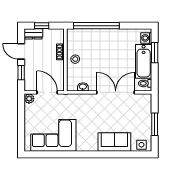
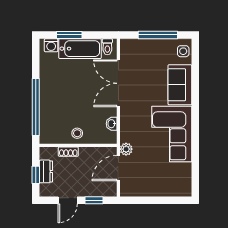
dresser: (33, 34) -> (46, 171), moved
plant: (29, 99) -> (126, 149), moved
window: (155, 124) -> (158, 35), width x1.44
corner sofa: (53, 135) -> (172, 134), moved

